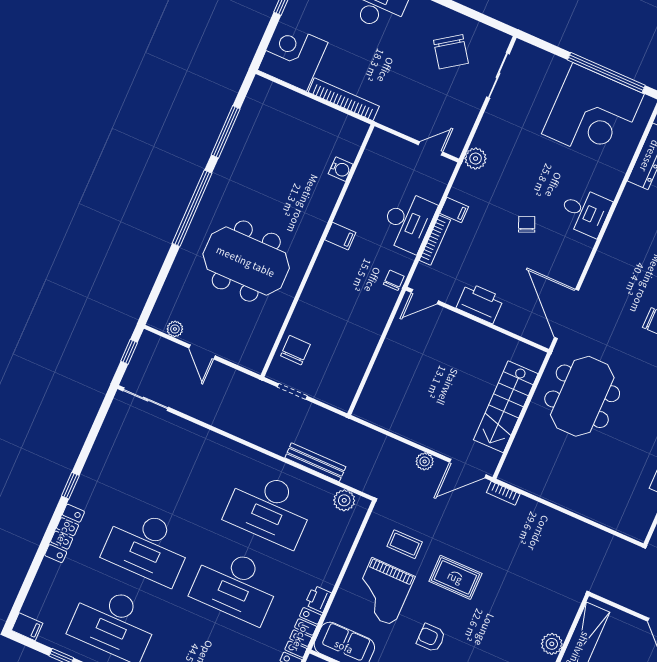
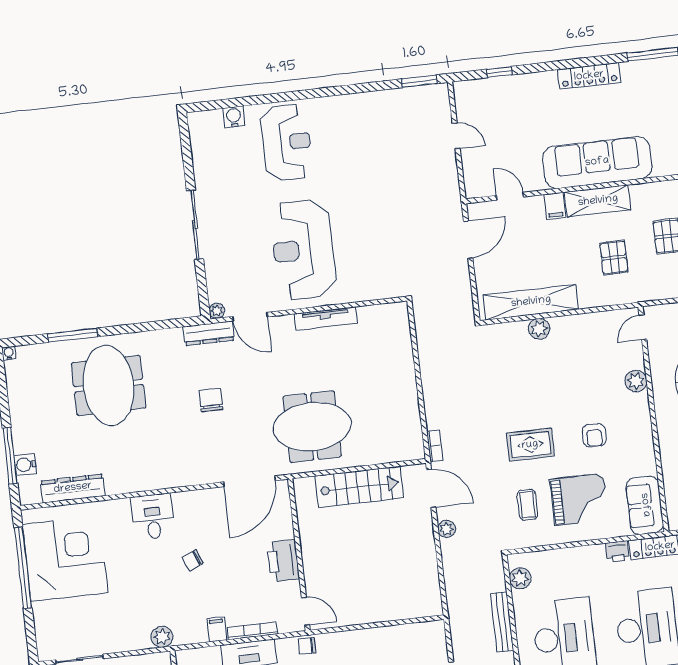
rug: (455, 577) -> (530, 445), turned 90

